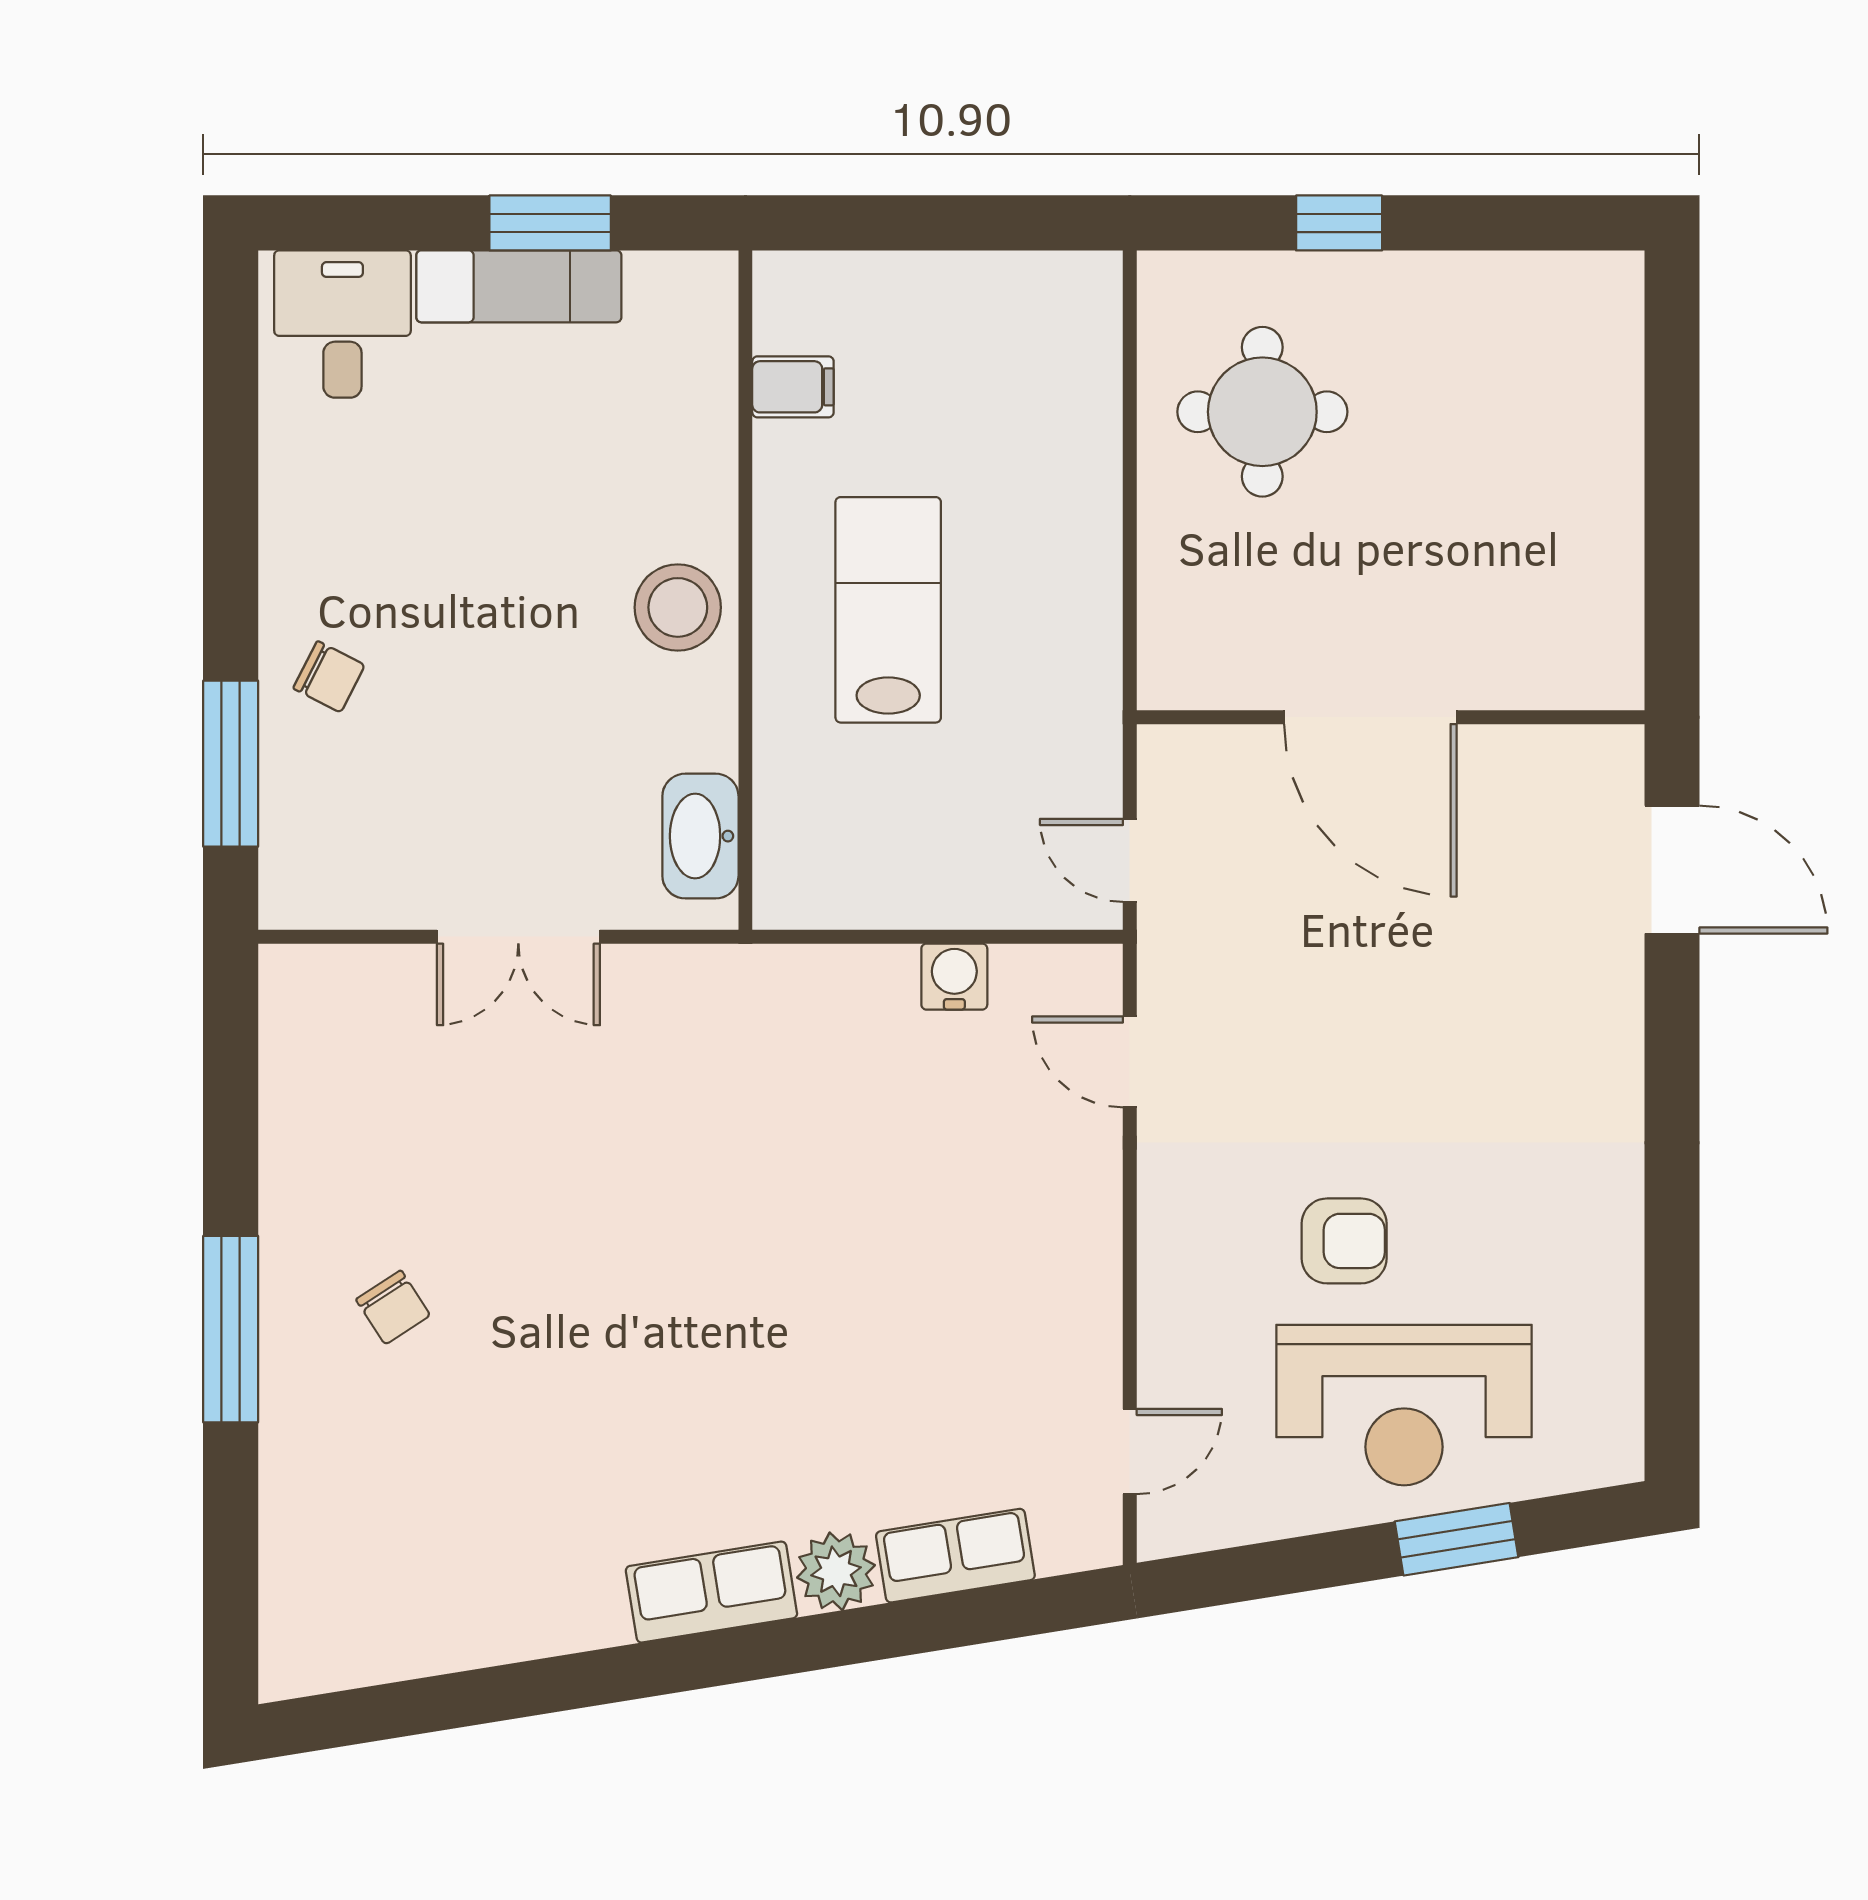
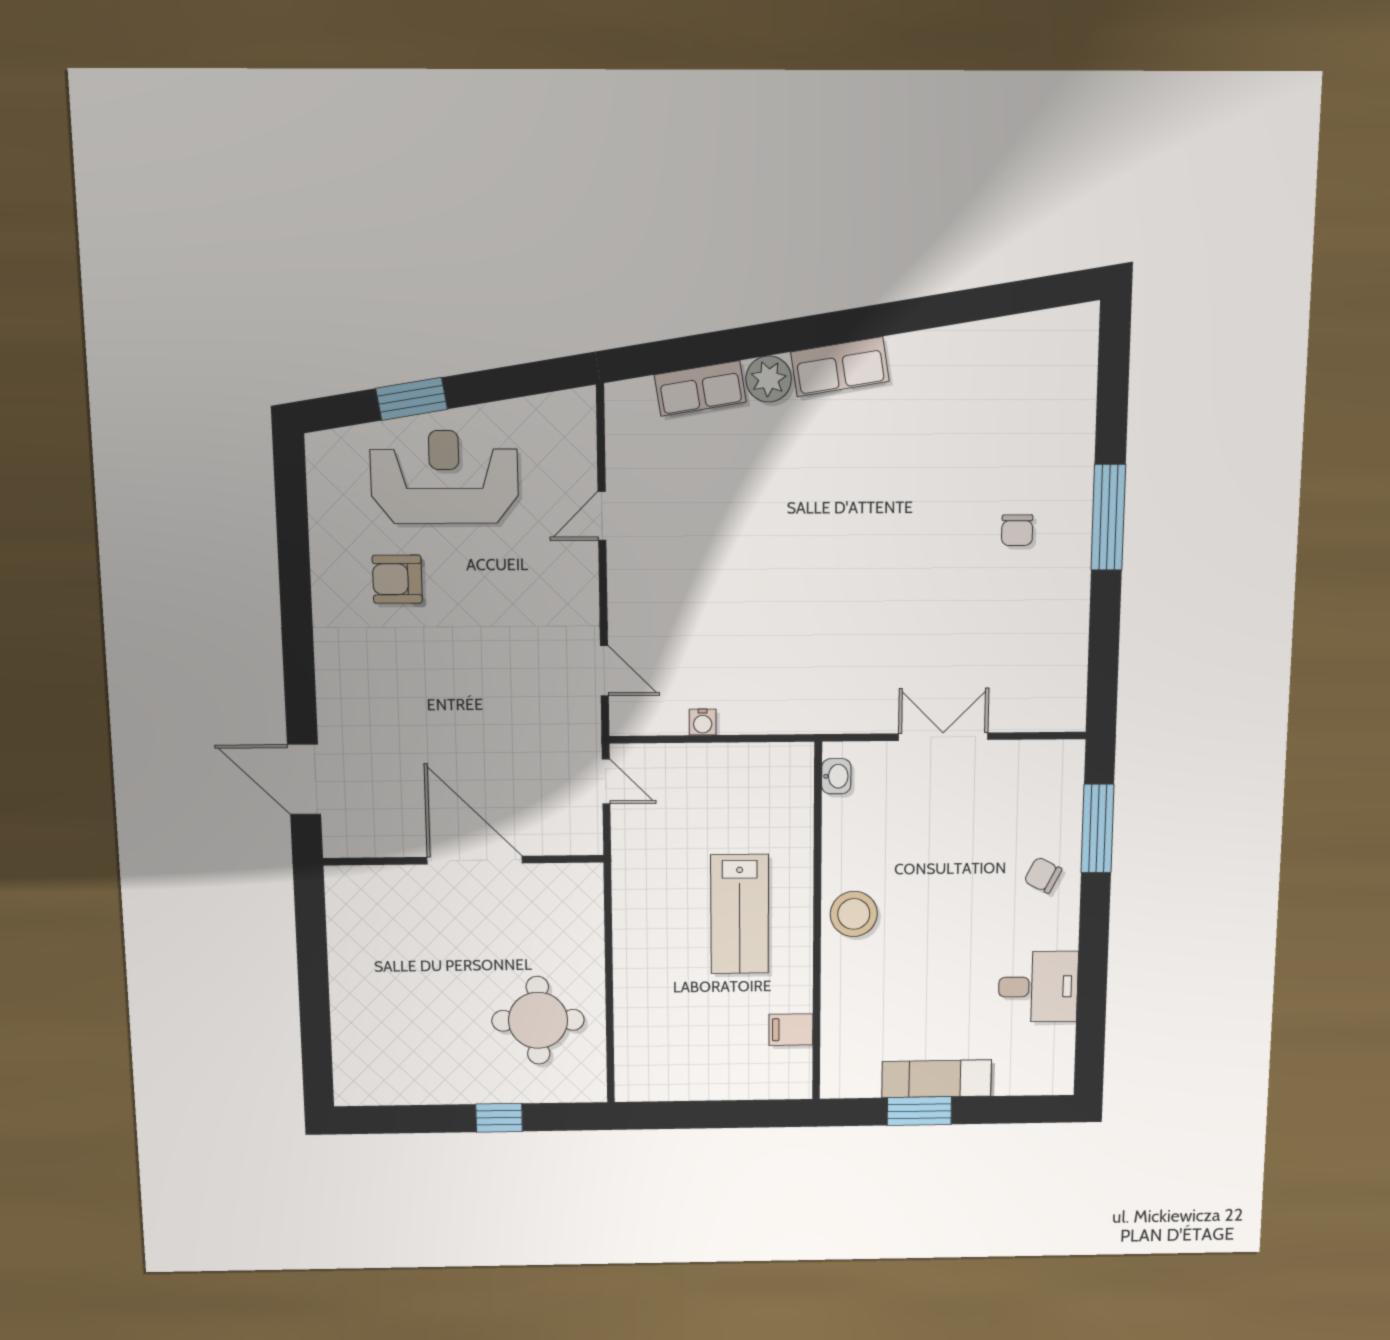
desk: (342, 324) -> (1038, 987), moved, turned -90
washbasin: (700, 836) -> (836, 776), width x0.52, depth x0.69
water cooler: (954, 977) -> (703, 722), width x0.72, depth x0.72
armchair: (1344, 1241) -> (397, 579), moved
chair: (393, 1307) -> (1017, 530), turned -147
door: (1130, 1452) -> (602, 516), moved

